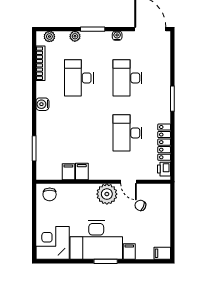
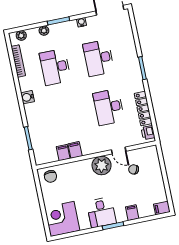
desk: (96, 240) -> (101, 212), width x0.53, depth x0.77

